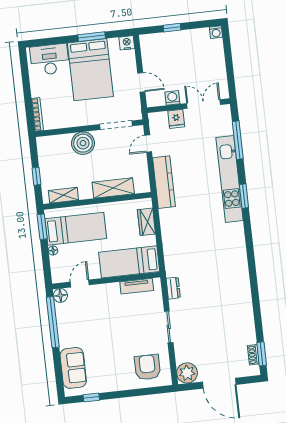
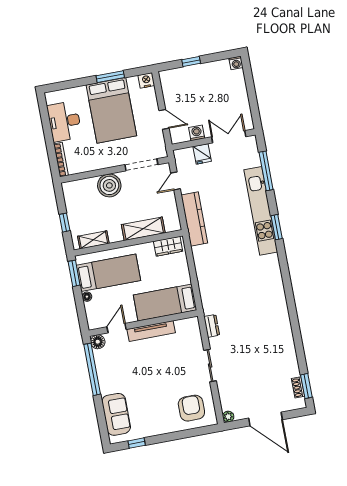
desk: (50, 60) -> (64, 121), moved, turned -90
wardrobe: (146, 222) -> (168, 246), moved, turned -90
tv unit: (137, 286) -> (151, 331), moved, width x1.41
plant: (187, 373) -> (228, 417), width x0.53, depth x0.53

